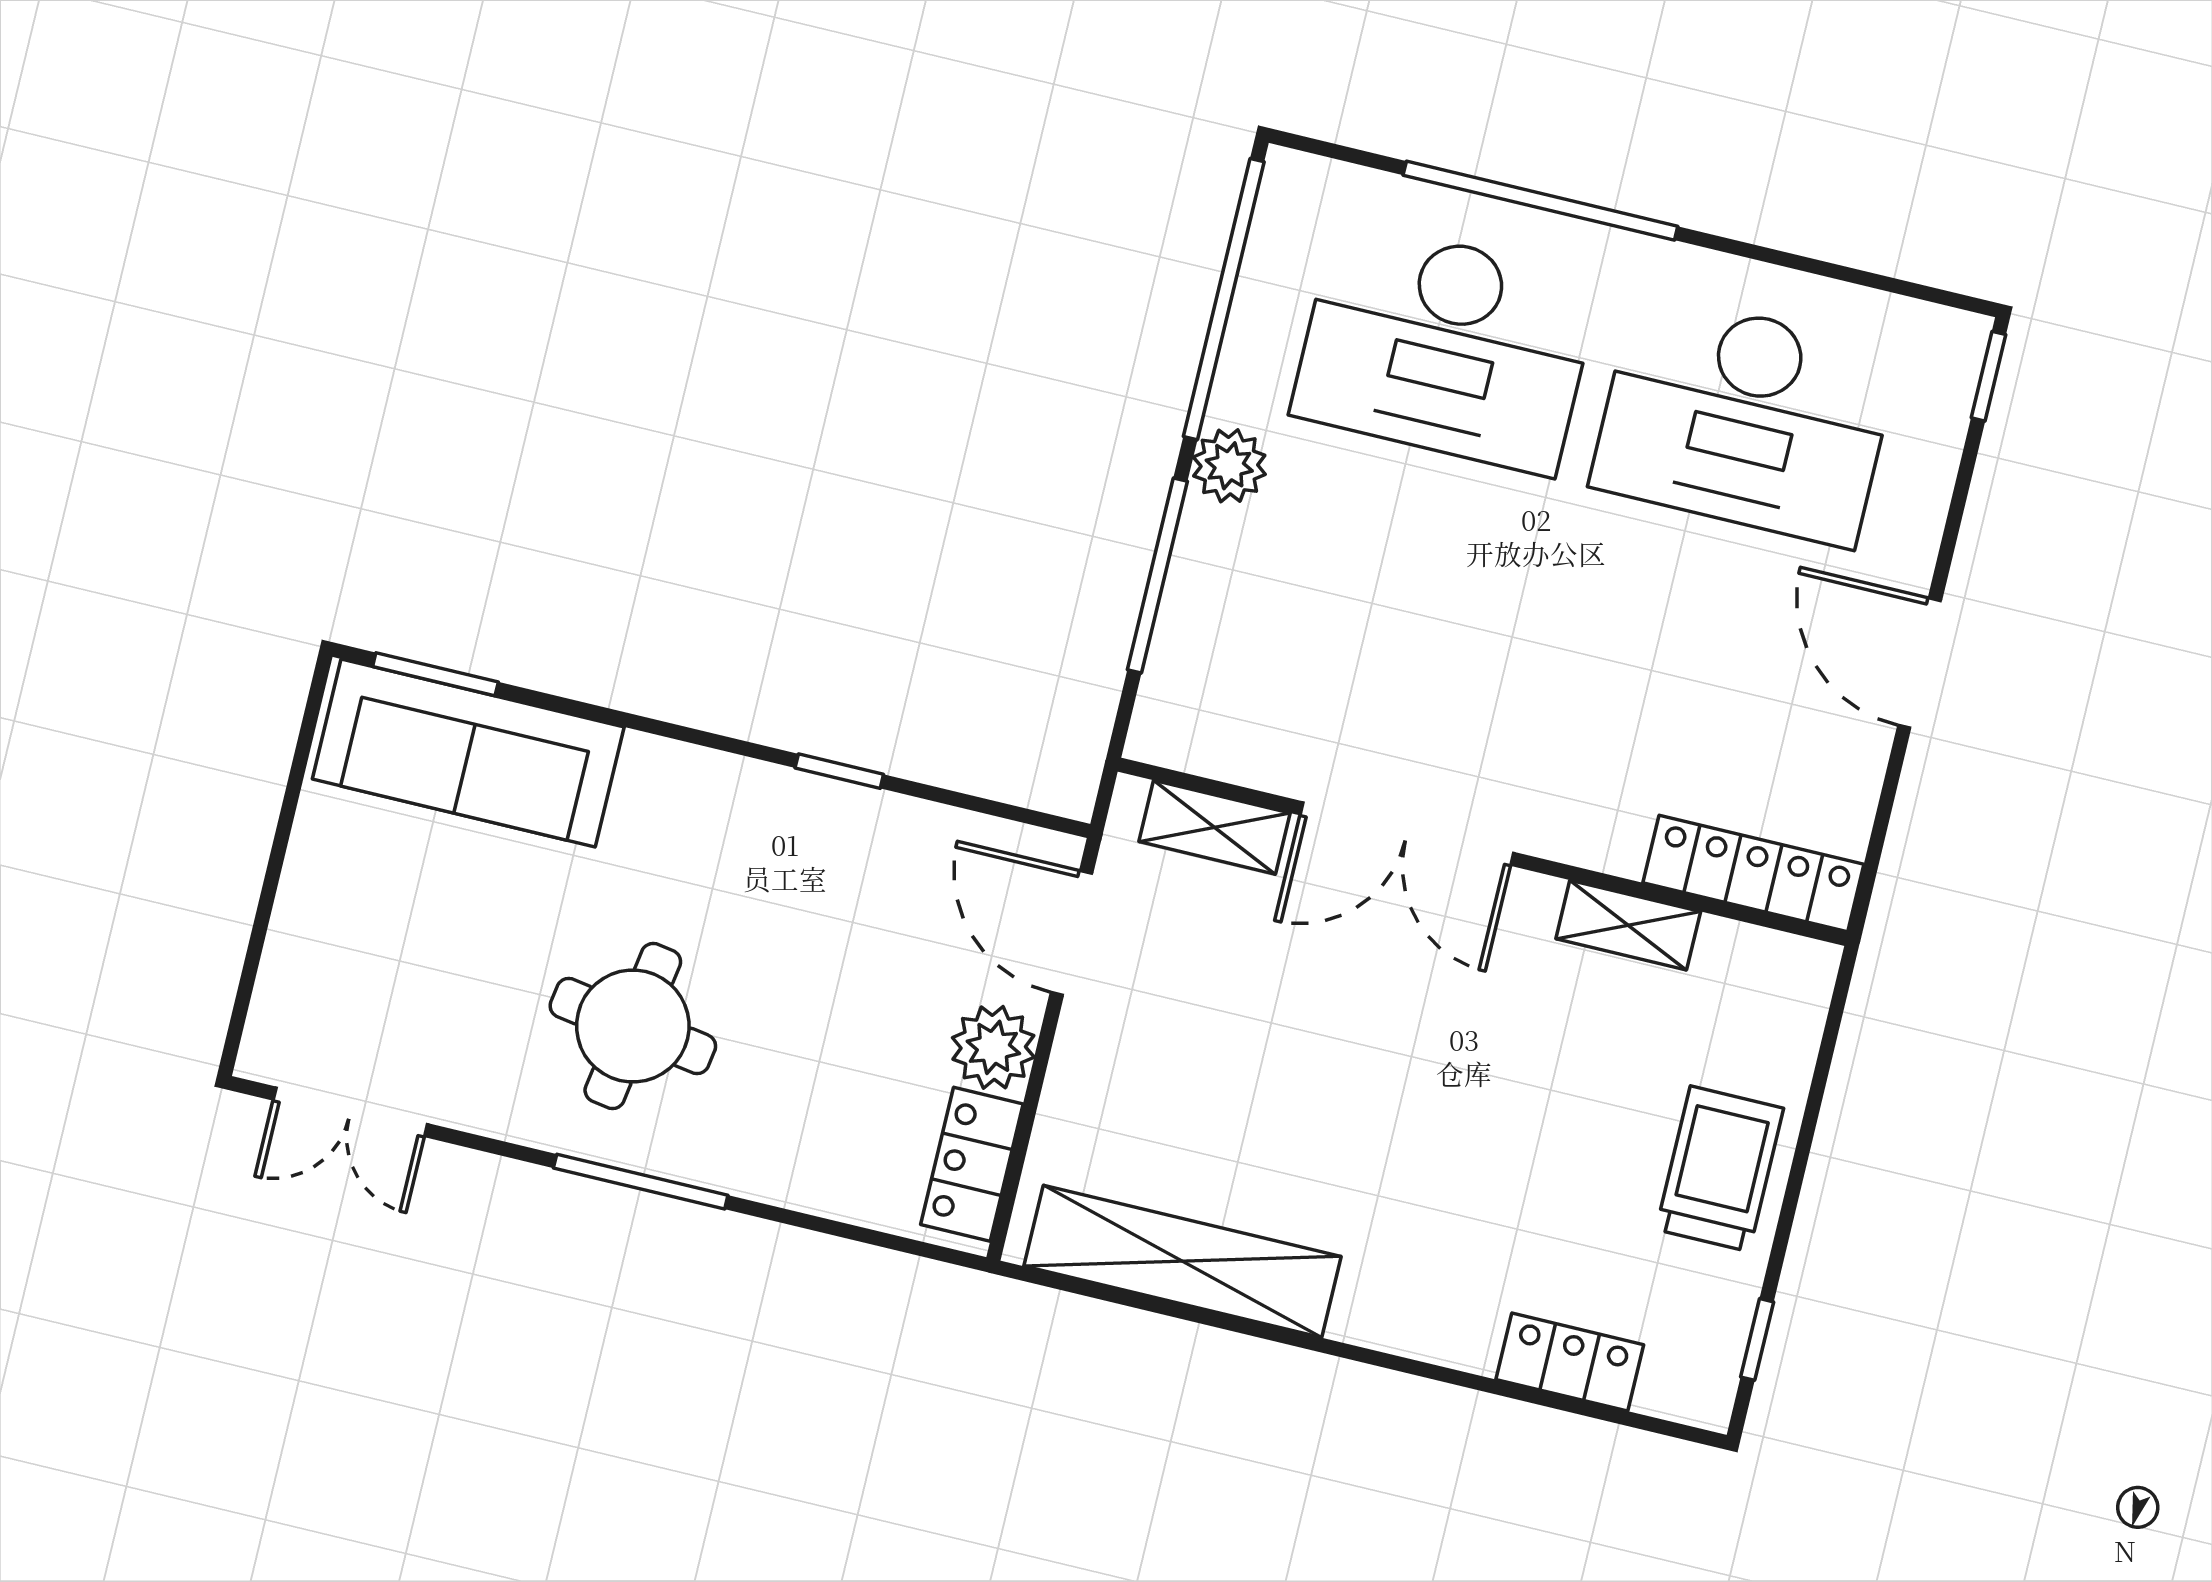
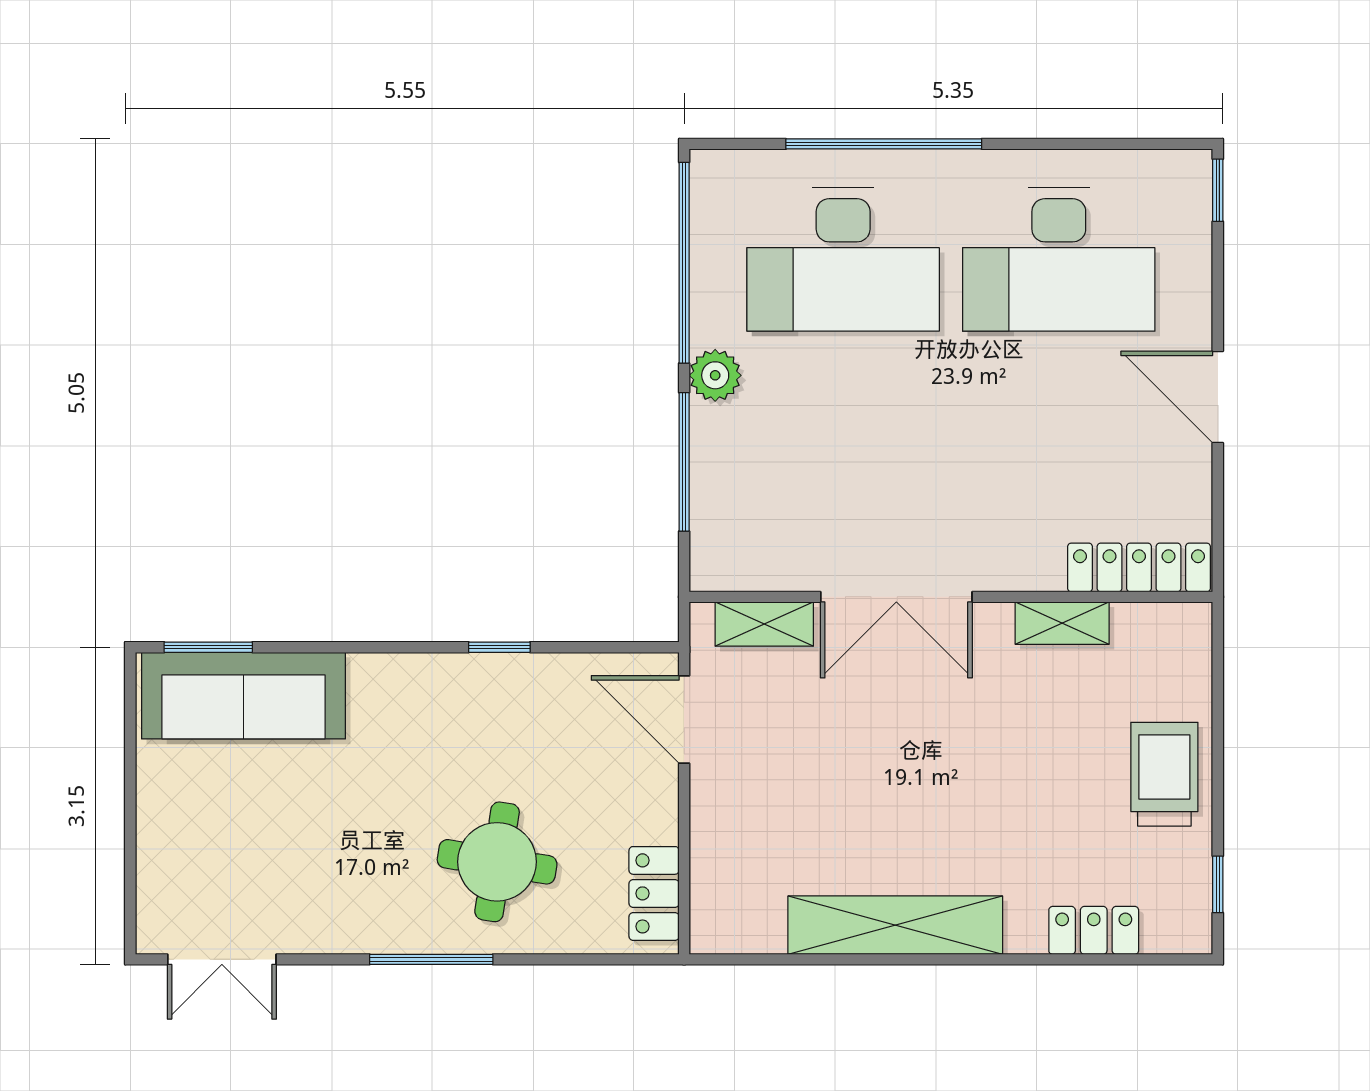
round table: (633, 1026) -> (497, 862), moved
plant: (993, 1047) -> (649, 810), removed
shelving: (1183, 1261) -> (895, 925), moved

